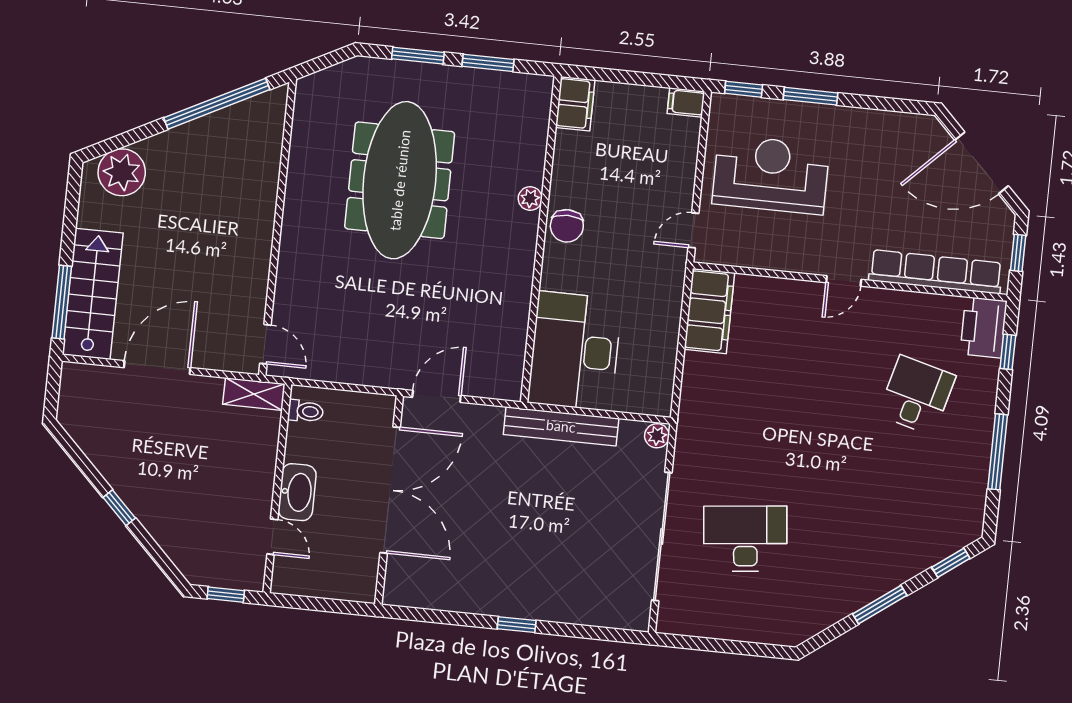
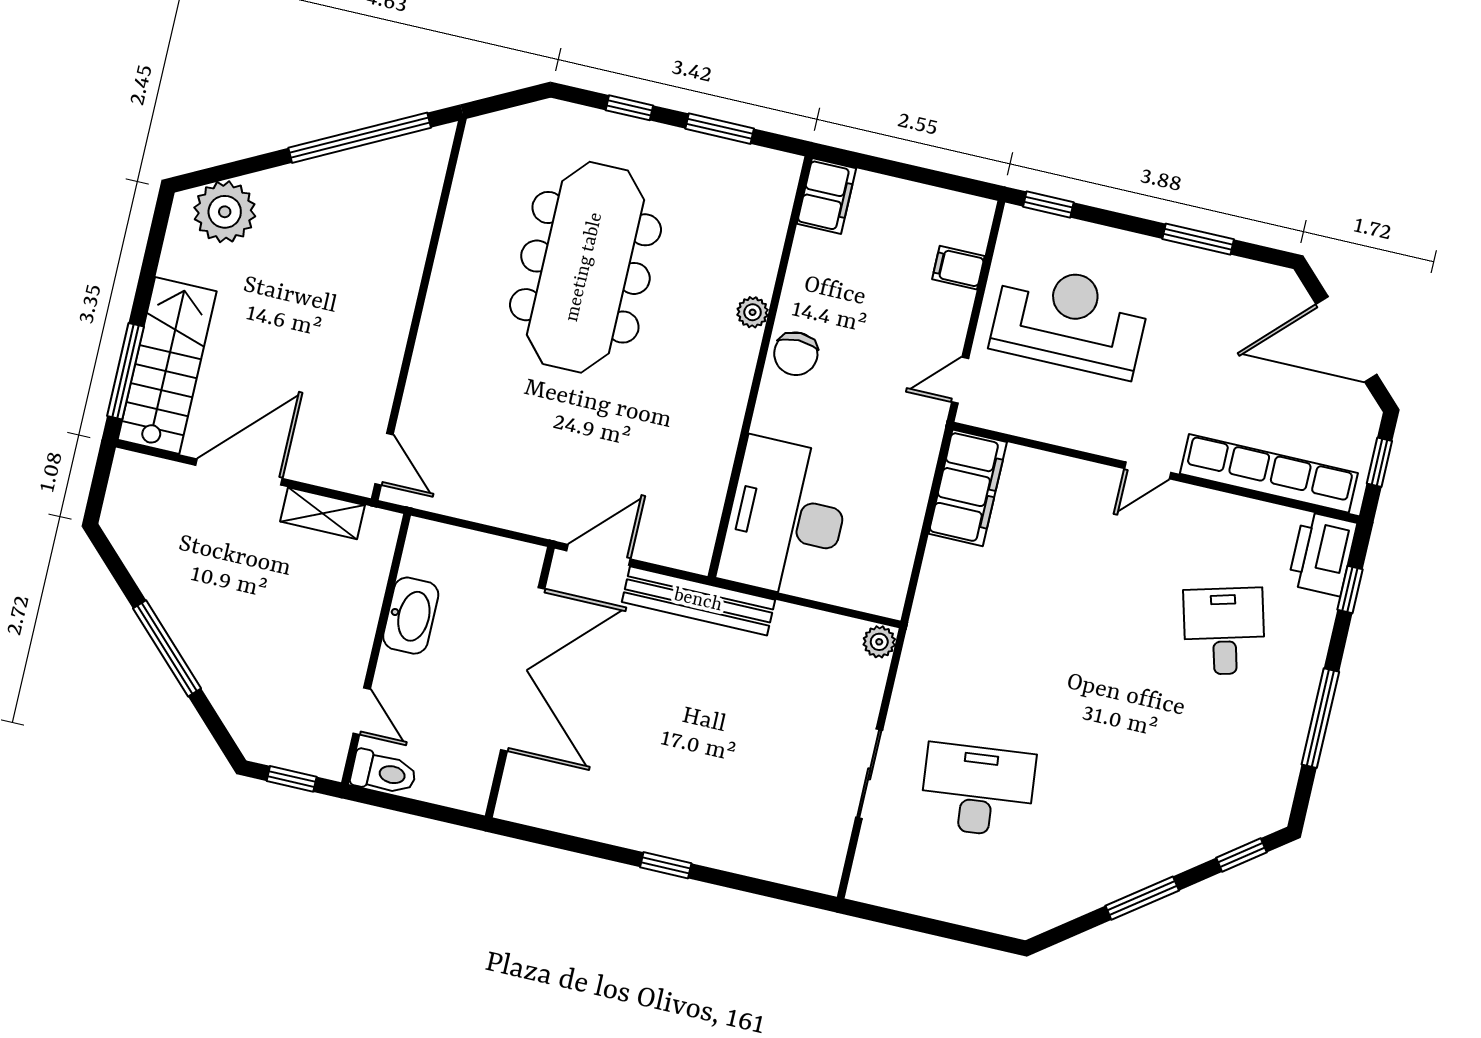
window: (418, 56) -> (629, 108), width x0.67
window: (810, 96) -> (1198, 239), moved
filing cabinet: (686, 102) -> (958, 268), moved
shelving: (254, 394) -> (322, 513), moved
desk: (917, 395) -> (1224, 631), turned -30
toilet: (306, 411) -> (384, 773), moved, width x1.37, depth x1.39
bench: (561, 426) -> (698, 601), moved
washbasin: (297, 492) -> (411, 616), moved
window: (119, 508) -> (167, 648), width x2.17
sliding door: (662, 536) -> (869, 774), width x0.54

